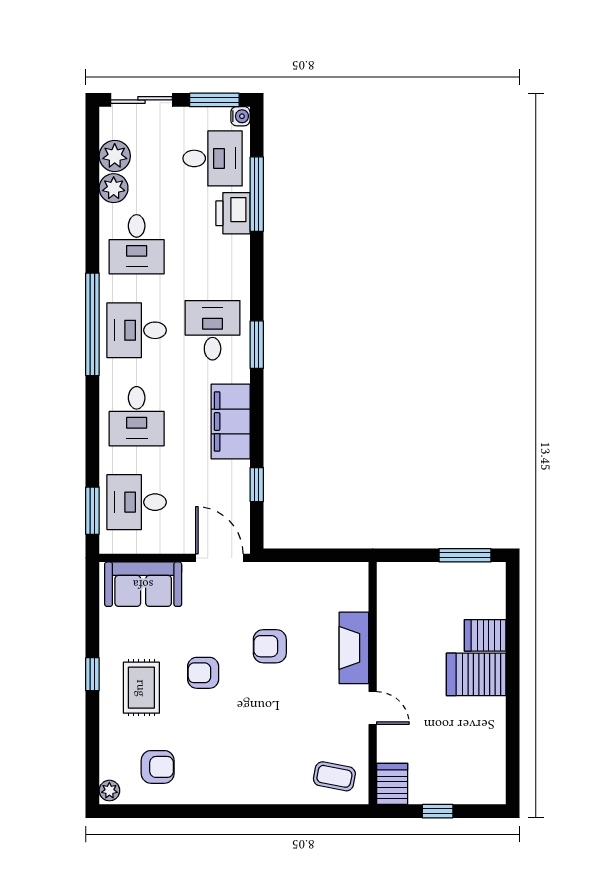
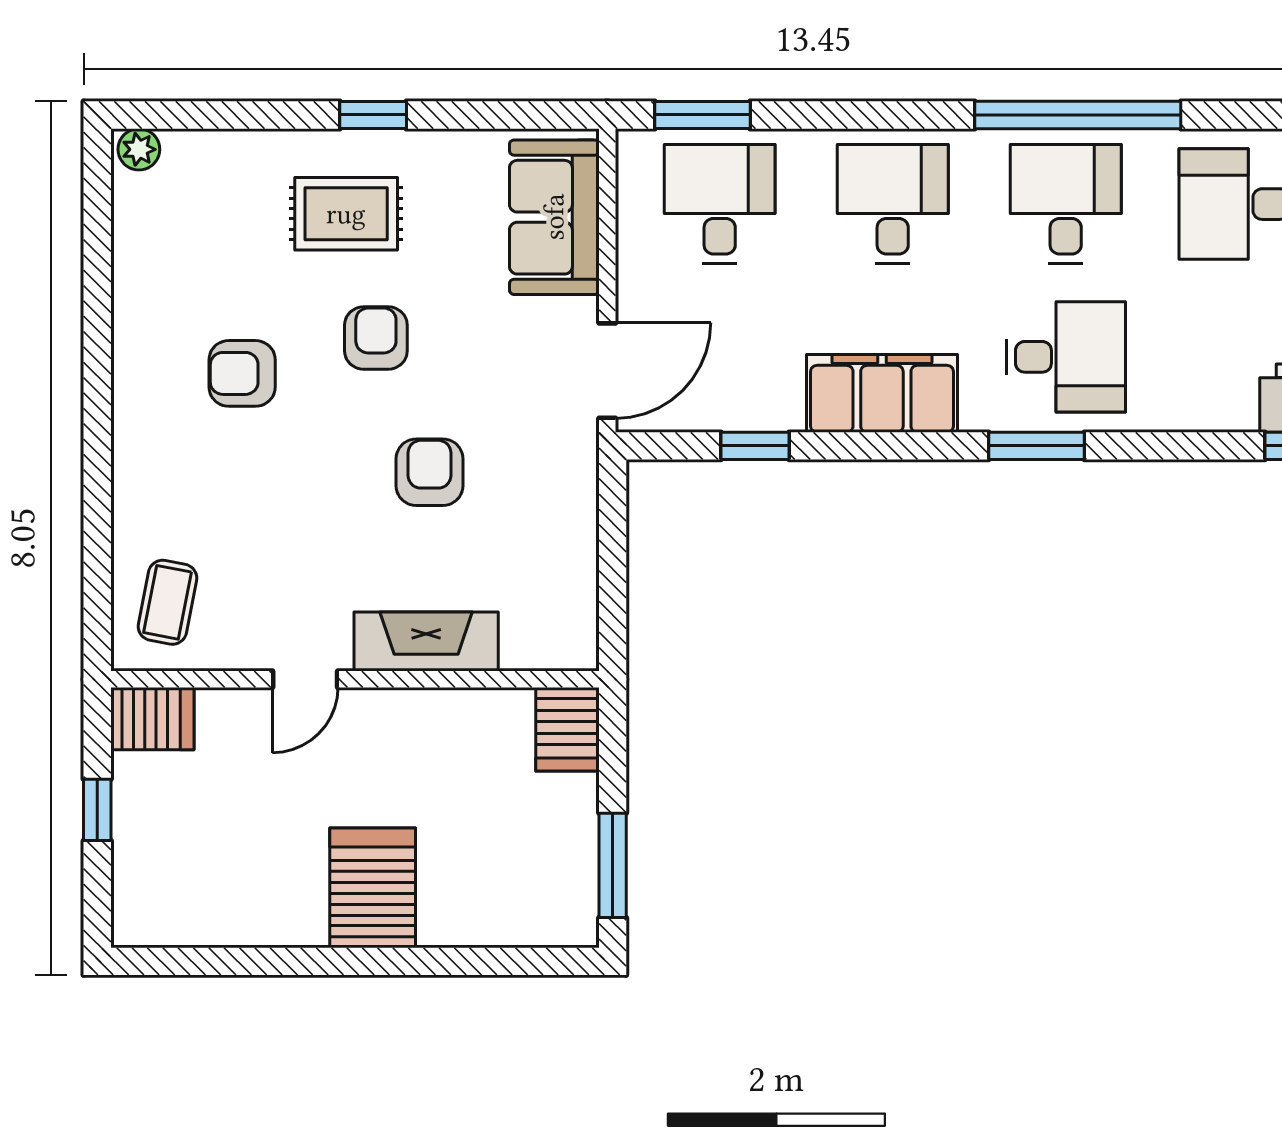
desk: (137, 416) -> (893, 204), turned 90
server rack: (485, 635) -> (568, 729), moved, turned 180
armchair: (158, 767) -> (242, 373), moved, turned 90

